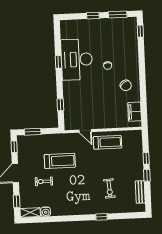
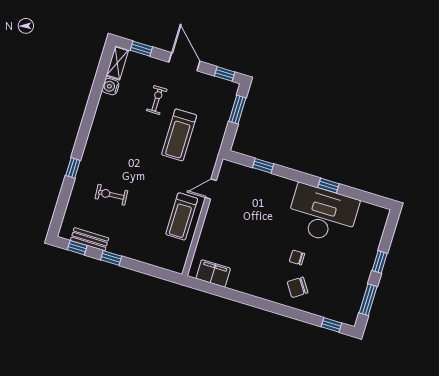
chair: (126, 85) -> (298, 287), moved
window: (146, 158) -> (77, 248), moved

